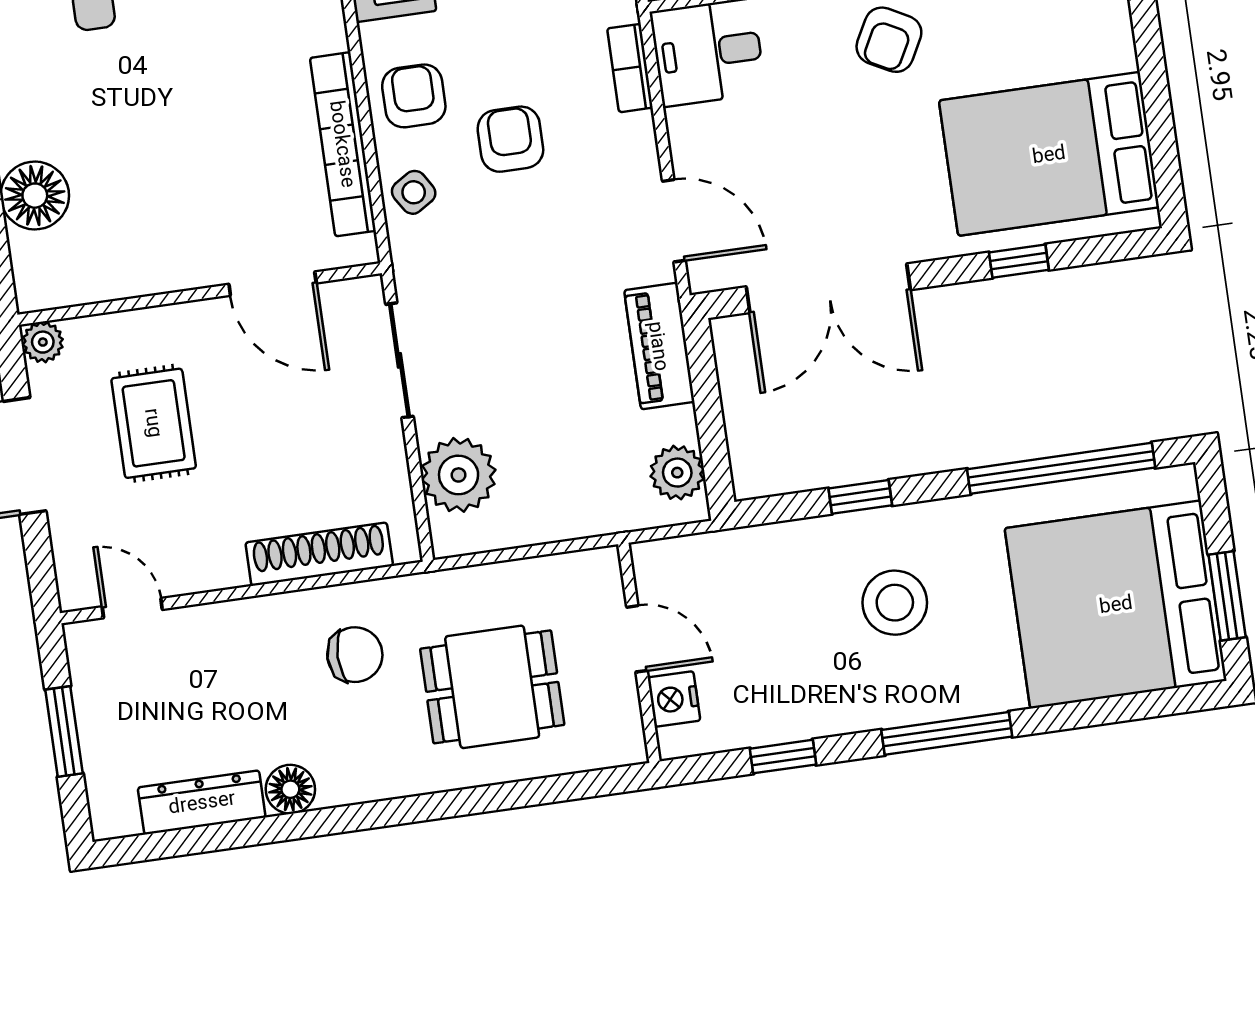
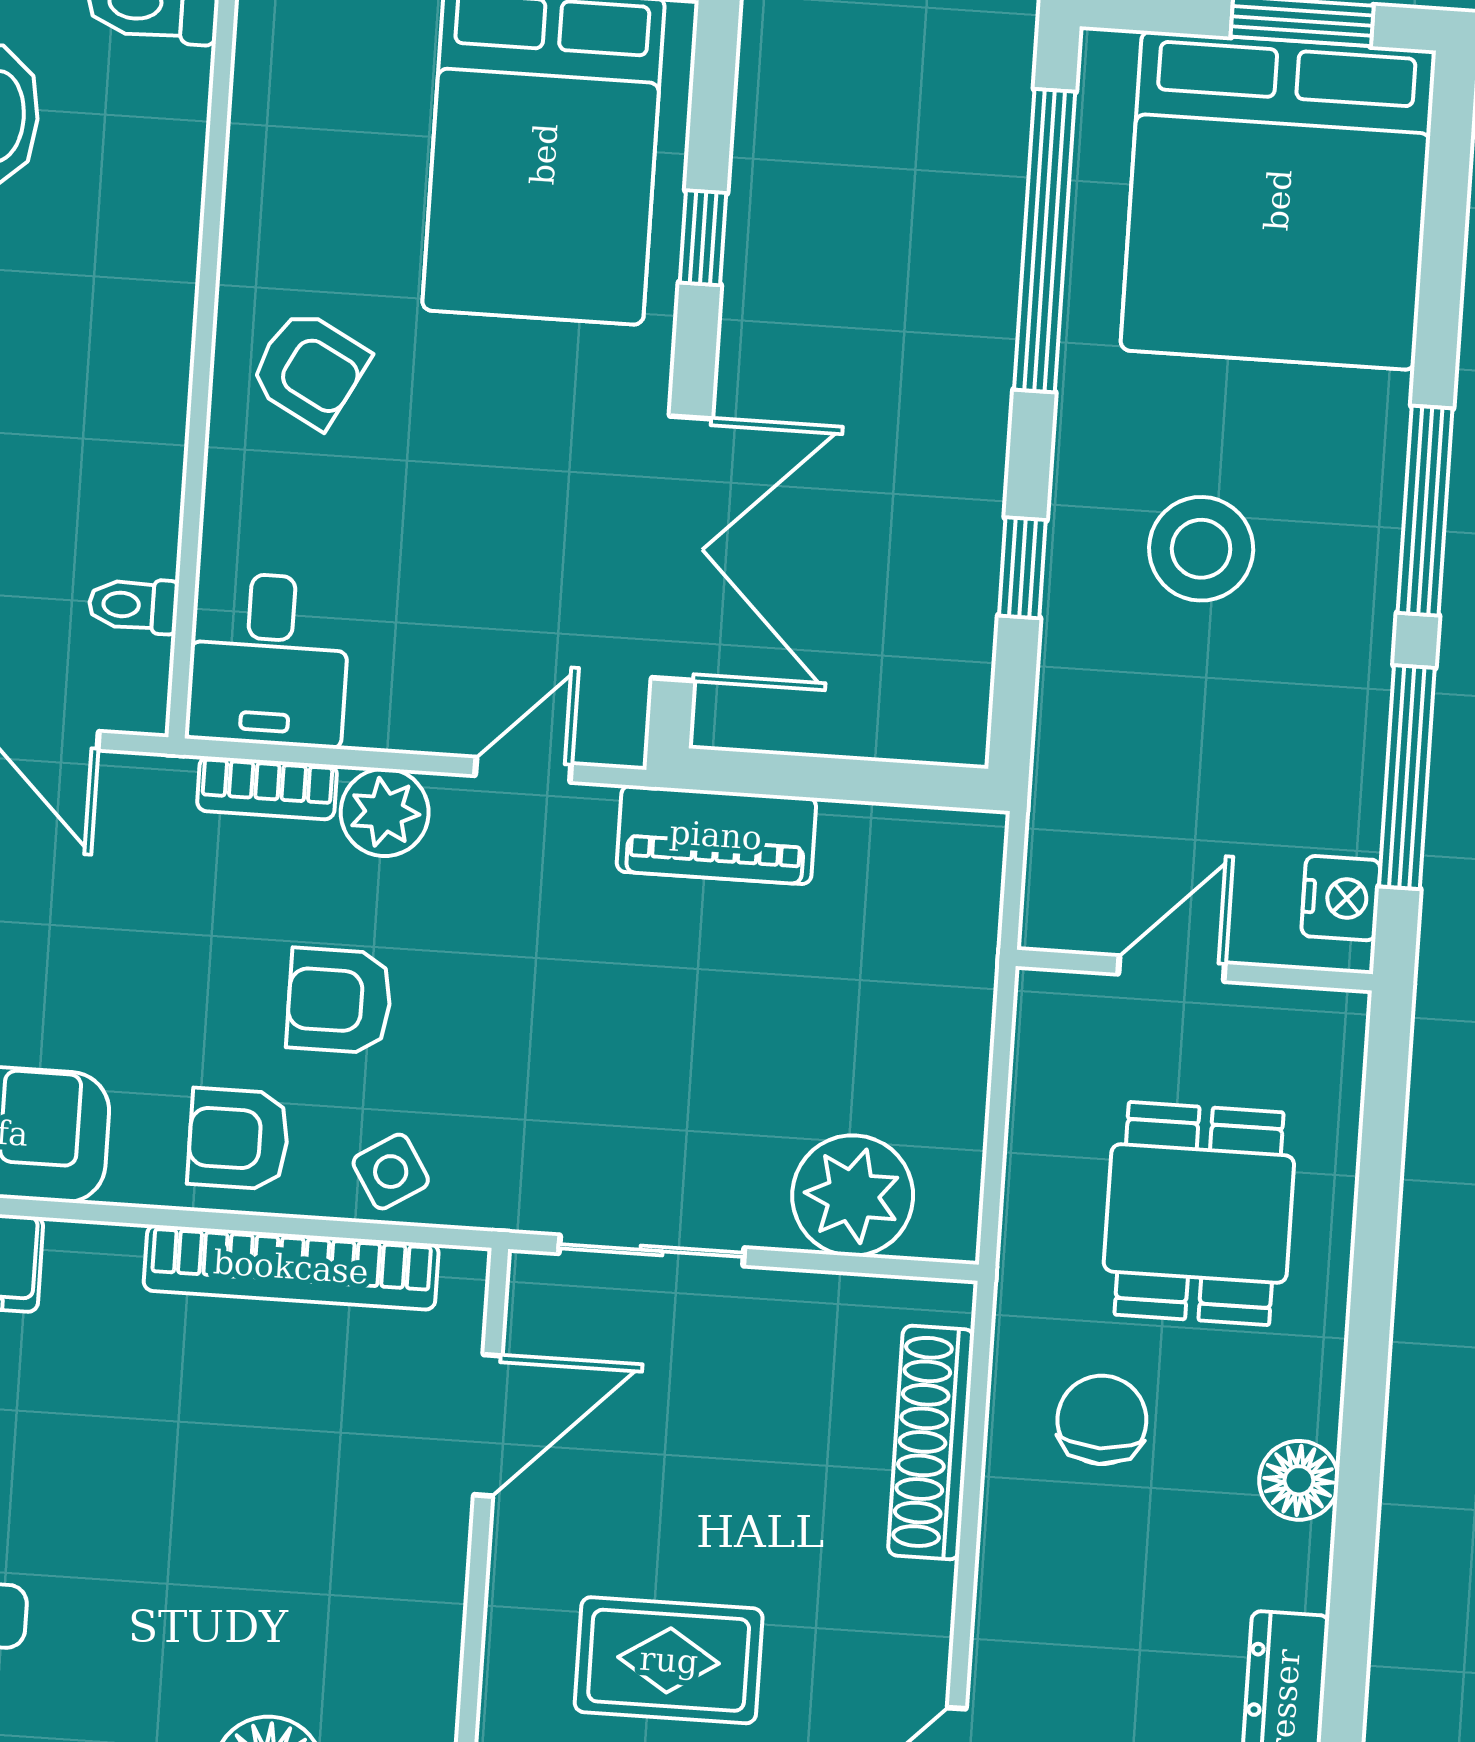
door: (674, 221) -> (523, 770), width x0.73
plant: (677, 473) -> (385, 812), moved
nightstand: (674, 699) -> (1341, 898), moved, turned -90
window: (783, 757) -> (1407, 777), width x2.17
floor lamp: (290, 789) -> (1299, 1480), moved

